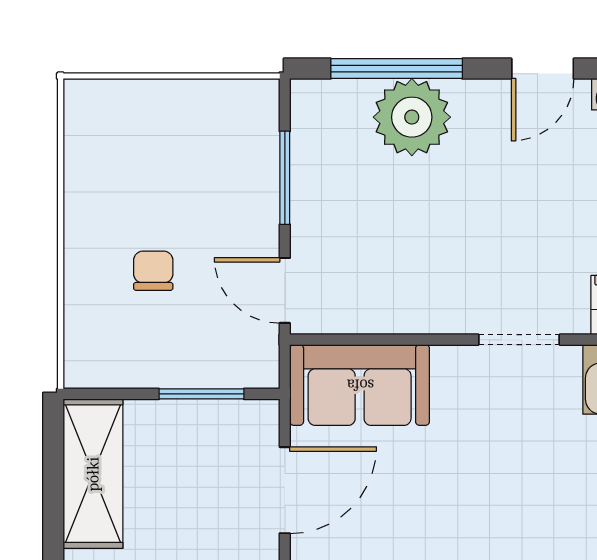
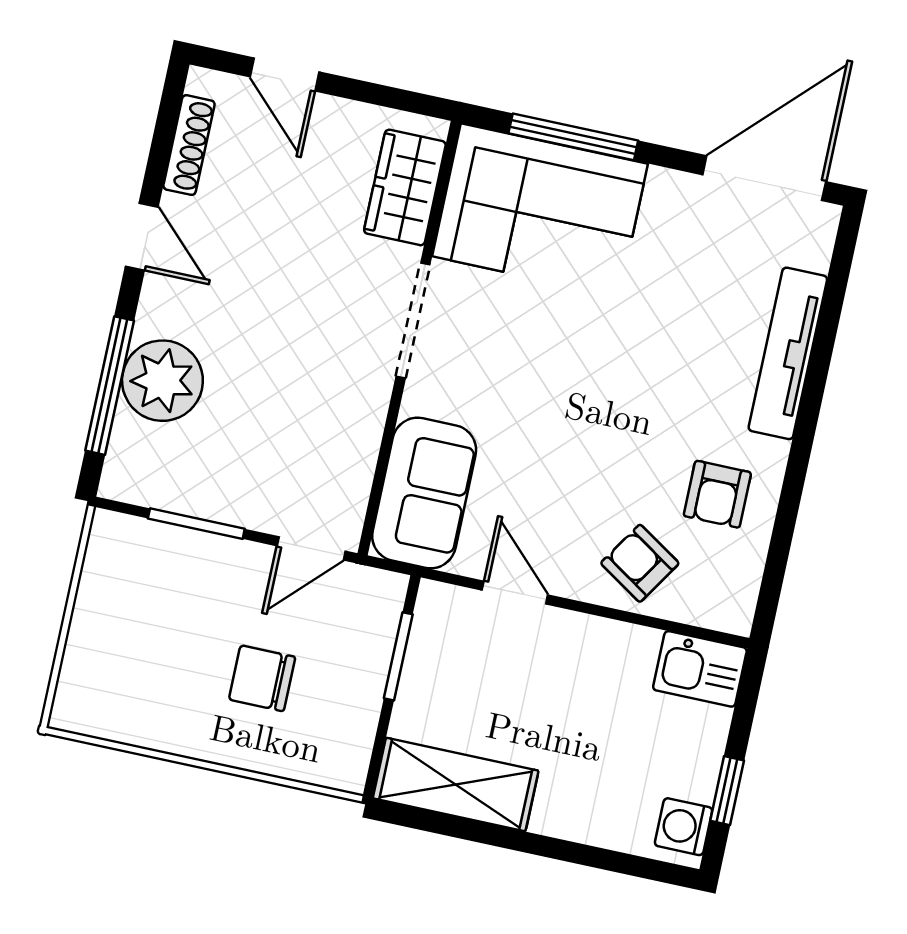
chair: (153, 271) -> (262, 678), width x1.37, depth x1.37
doorway: (519, 340) -> (413, 320), width x1.38
door: (285, 490) -> (515, 593), width x0.73

